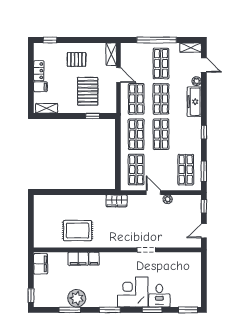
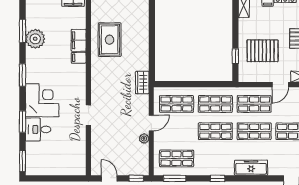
plant: (197, 81) -> (274, 170), removed

